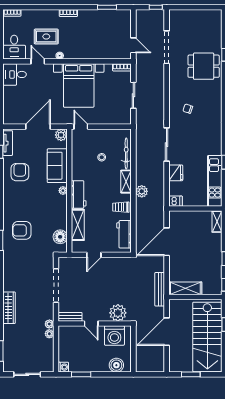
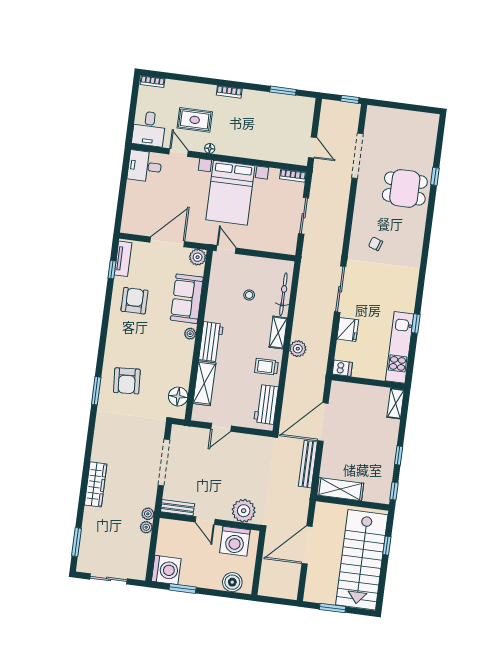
armchair: (22, 230) -> (127, 381), turned -94
bench: (160, 289) -> (308, 464), moved
washing machine: (63, 367) -> (166, 570), width x1.89, depth x1.89

